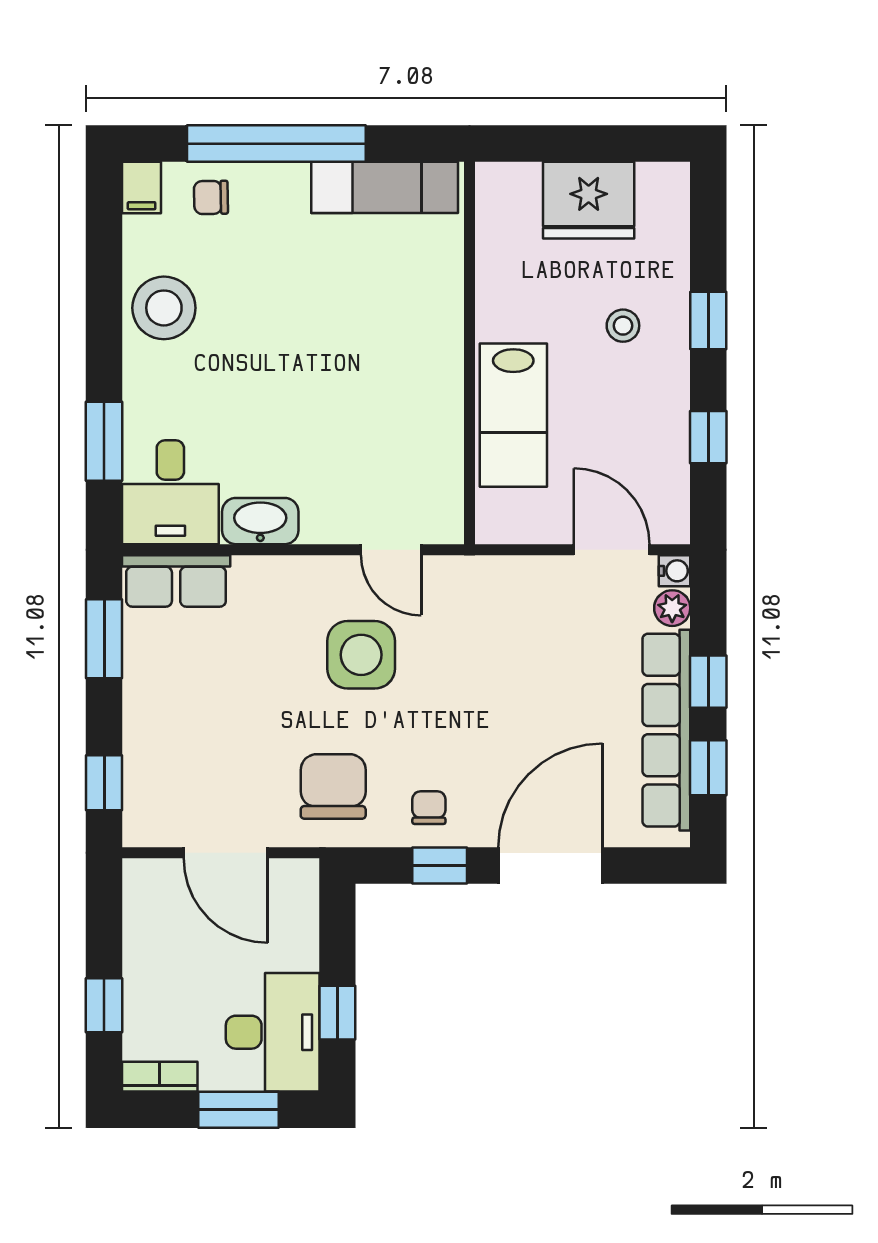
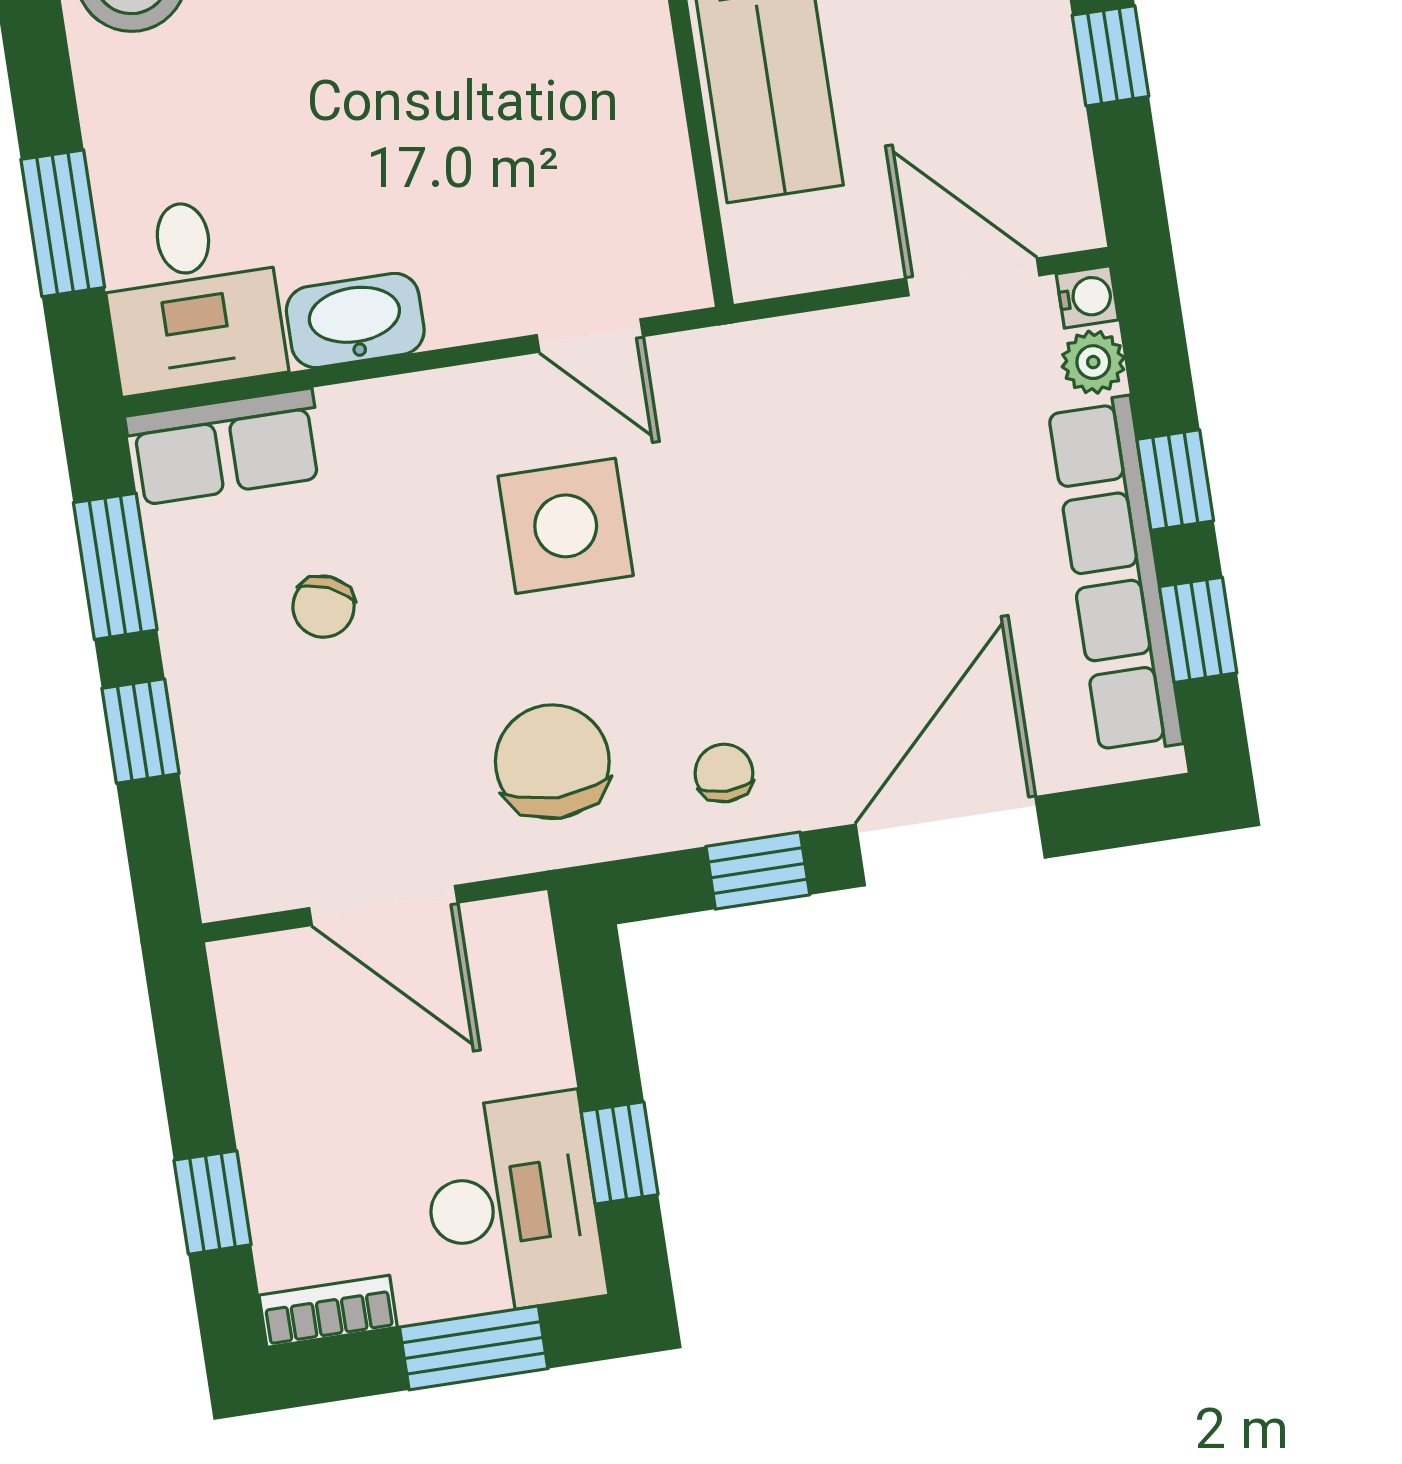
chair: (218, 679) -> (323, 607), added
window: (104, 783) -> (140, 731), moved

